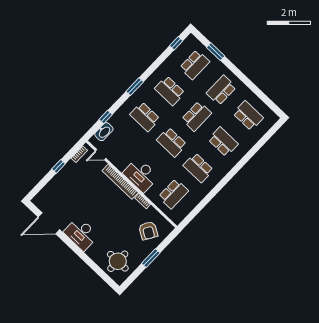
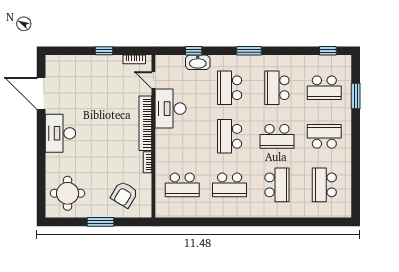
school desk: (248, 116) -> (324, 185), turned 180
washbasin: (104, 132) -> (198, 62), moved
school desk: (198, 168) -> (230, 185), turned -90
desk: (141, 175) -> (170, 109), moved

